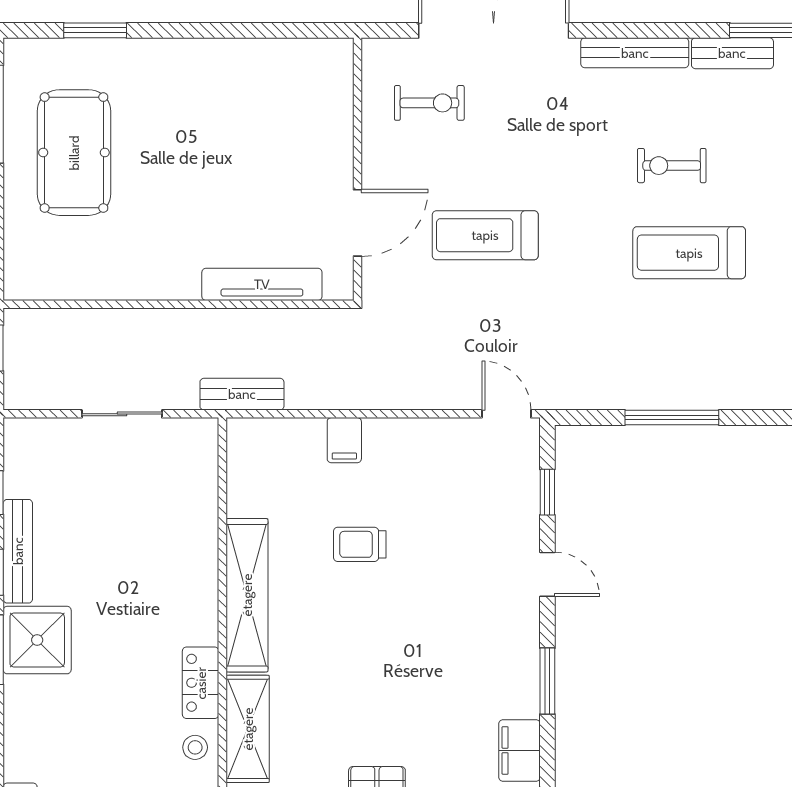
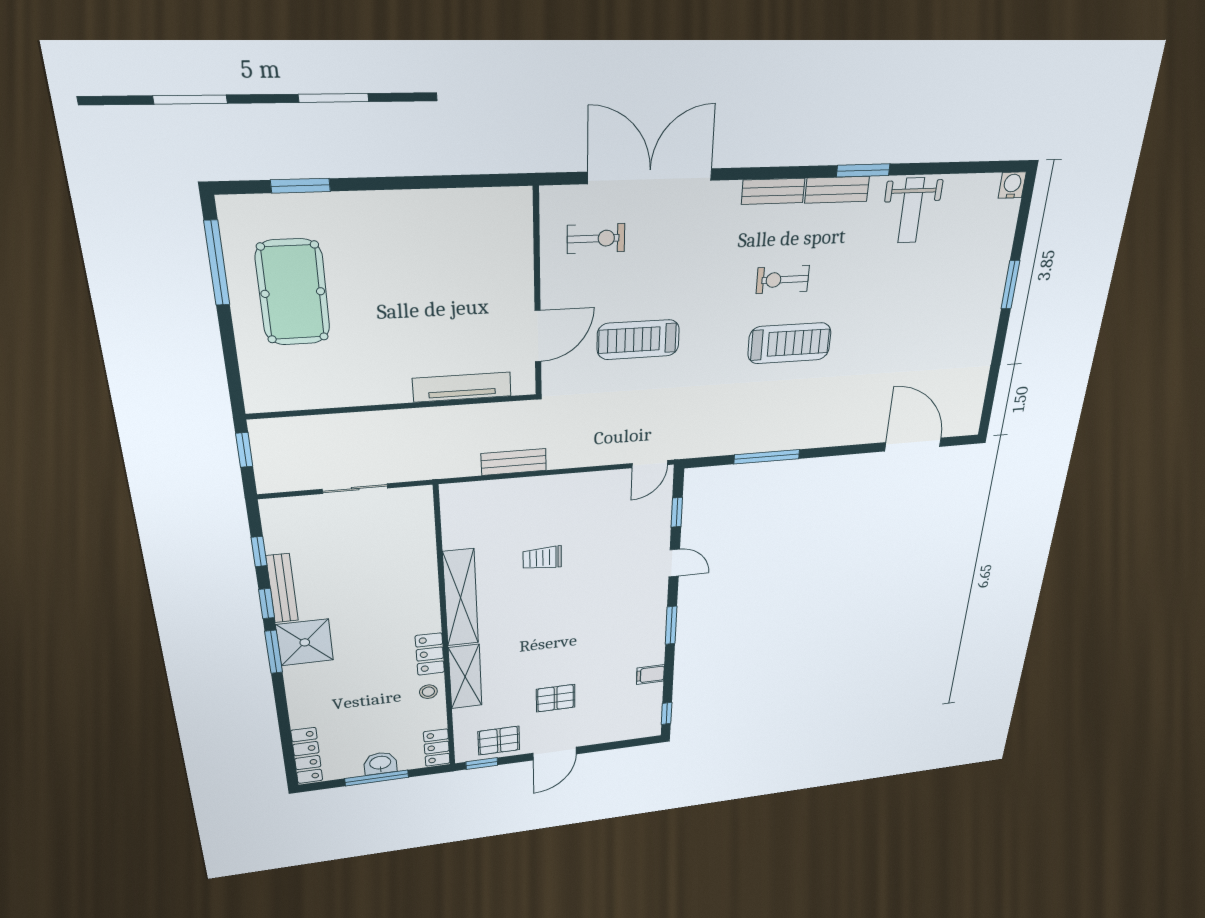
bench: (635, 53) -> (773, 191), width x0.73
treadmill: (689, 253) -> (789, 343), turned 180
bench: (242, 394) -> (514, 462), moved
door: (506, 414) -> (650, 464), swing flipped
filing cabinet: (344, 440) -> (530, 492), removed
filing cabinet: (519, 750) -> (650, 675), width x0.50

